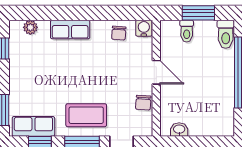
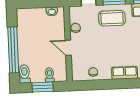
water cooler: (144, 28) -> (77, 76), removed

